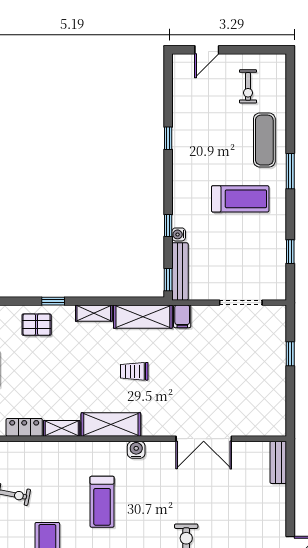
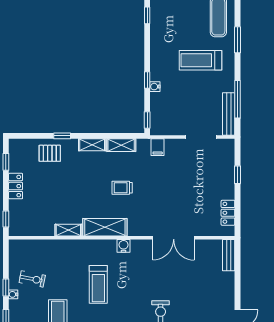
treadmill: (240, 199) -> (200, 60), turned 180
window: (290, 252) -> (237, 99), width x2.17
bench: (180, 272) -> (229, 114), moved
shelving: (143, 317) -> (121, 145), width x0.67, depth x0.75
locker: (24, 427) -> (228, 213), moved, turned -90

